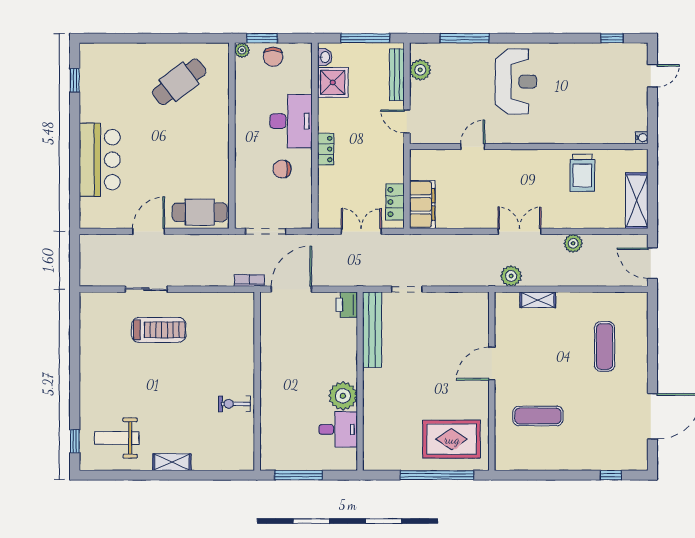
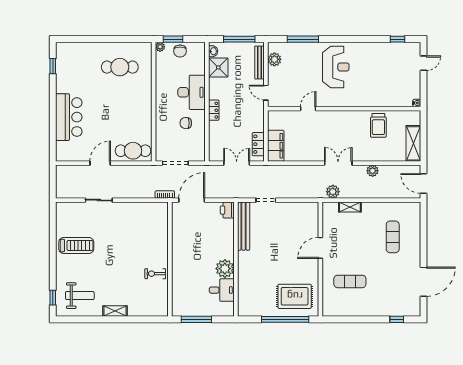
cafe table: (179, 82) -> (120, 67), turned 37
treadmill: (159, 330) -> (76, 245), moved
weight bench: (117, 438) -> (80, 296), turned 180

